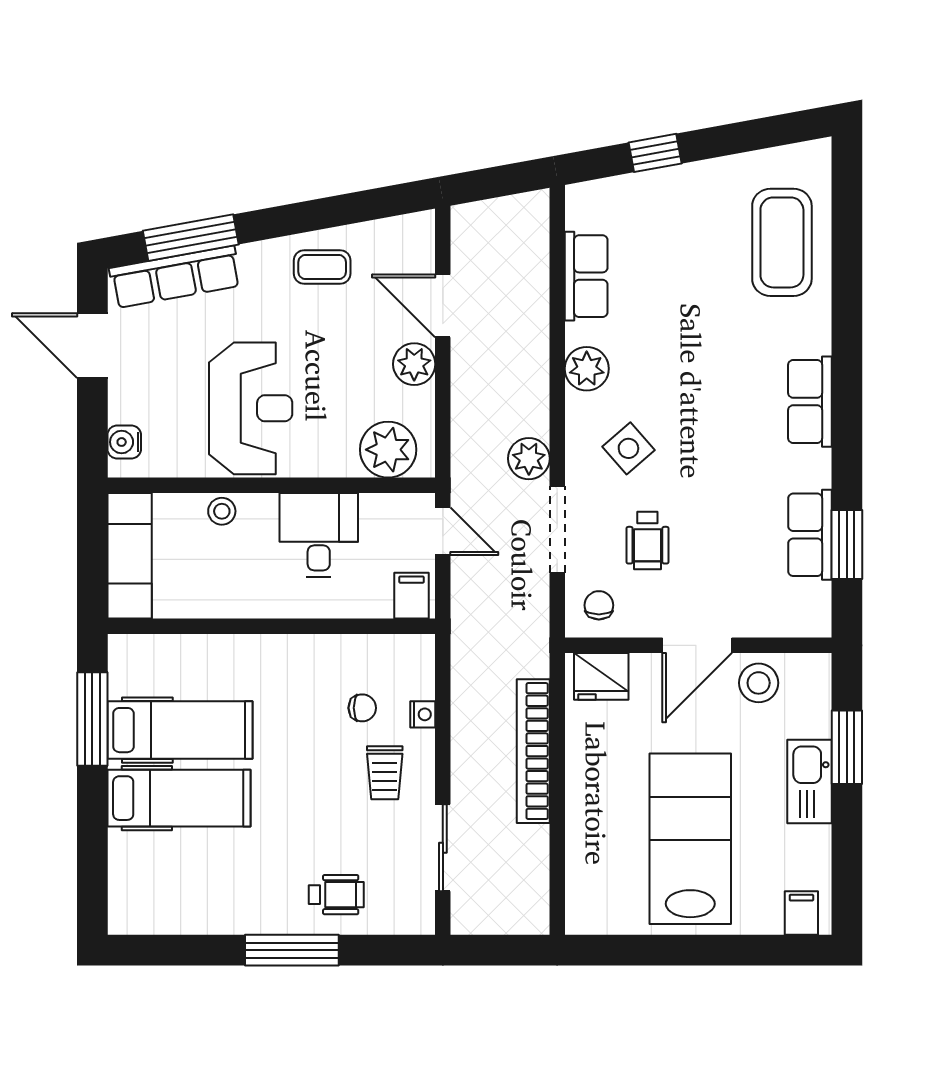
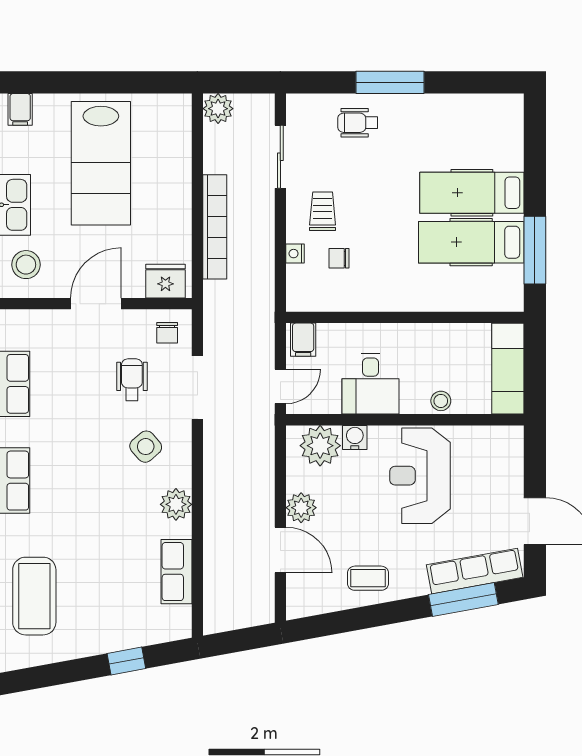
water cooler: (124, 442) -> (355, 437), moved, turned -90
plant: (529, 459) -> (218, 109), moved
door: (443, 531) -> (280, 386), swing flipped
stool: (759, 683) -> (26, 265), moved

